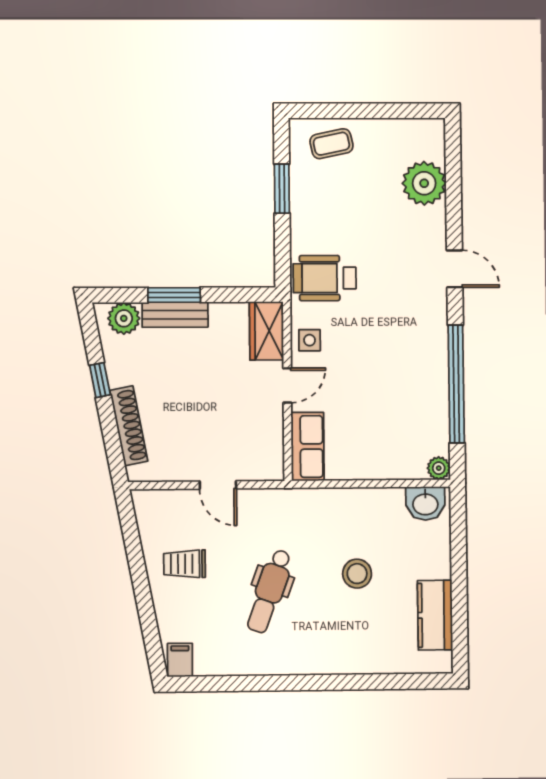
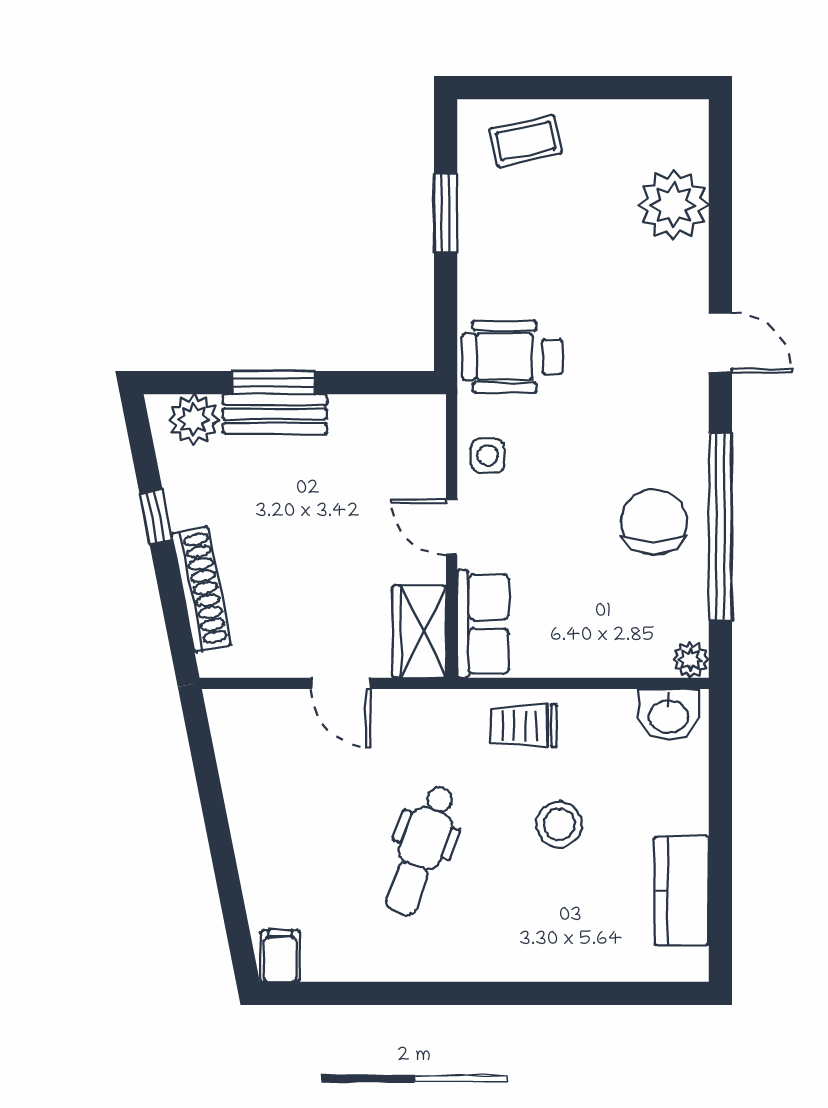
wardrobe: (266, 331) -> (419, 632), moved
chair: (414, 381) -> (654, 522), added
door: (287, 385) -> (452, 527), swing flipped
trolley: (185, 564) -> (524, 726), moved

